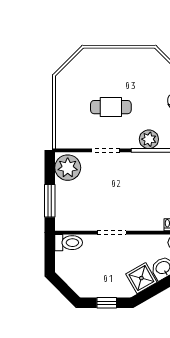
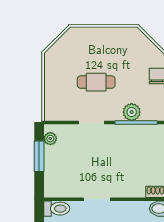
plant: (68, 168) -> (50, 139), width x0.53, depth x0.53
window: (50, 201) -> (39, 156), moved

